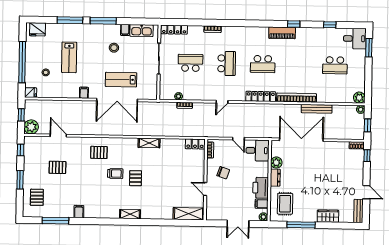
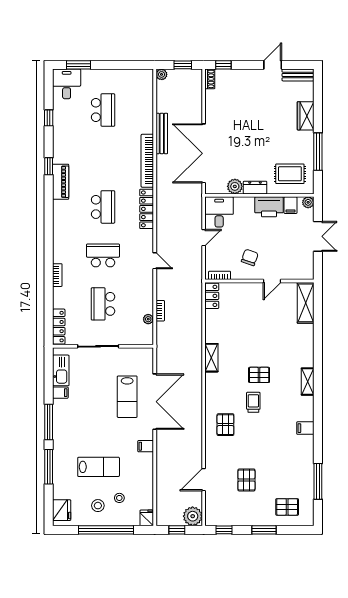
stool: (114, 48) -> (98, 506), moved
plant: (359, 98) -> (146, 77), removed
filing cabinet: (79, 212) -> (305, 428), moved

